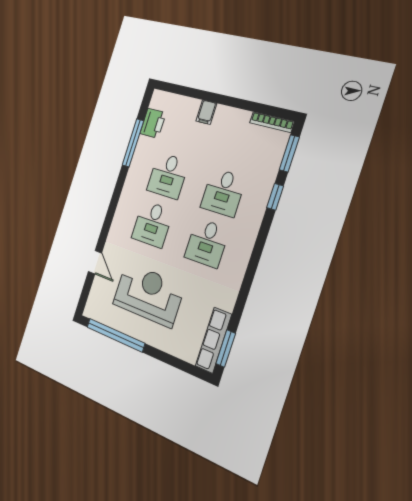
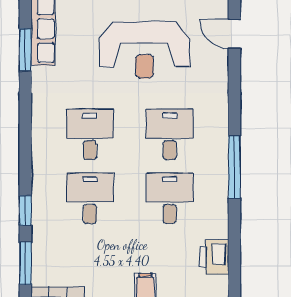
window: (133, 143) -> (234, 167), moved
door: (95, 262) -> (234, 34), moved
window: (226, 349) -> (25, 50), moved

